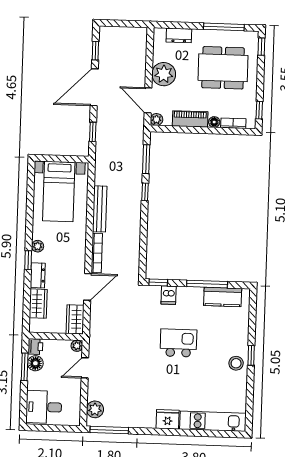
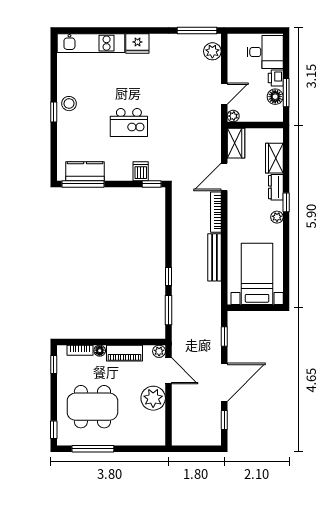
dresser: (179, 35) -> (139, 438), removed
window: (207, 284) -> (83, 184), moved
printer: (35, 347) -> (276, 78), moved

